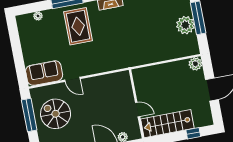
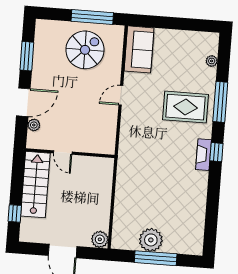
door: (72, 79) -> (121, 95), moved
door: (138, 110) -> (63, 153), hinge flipped

